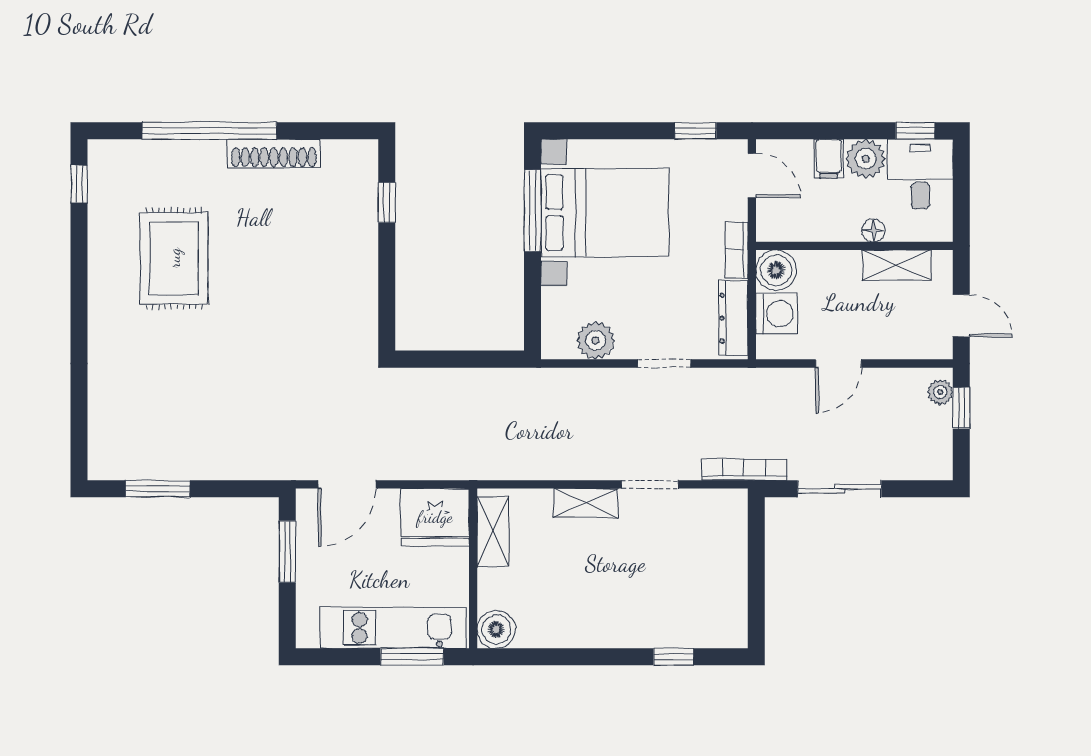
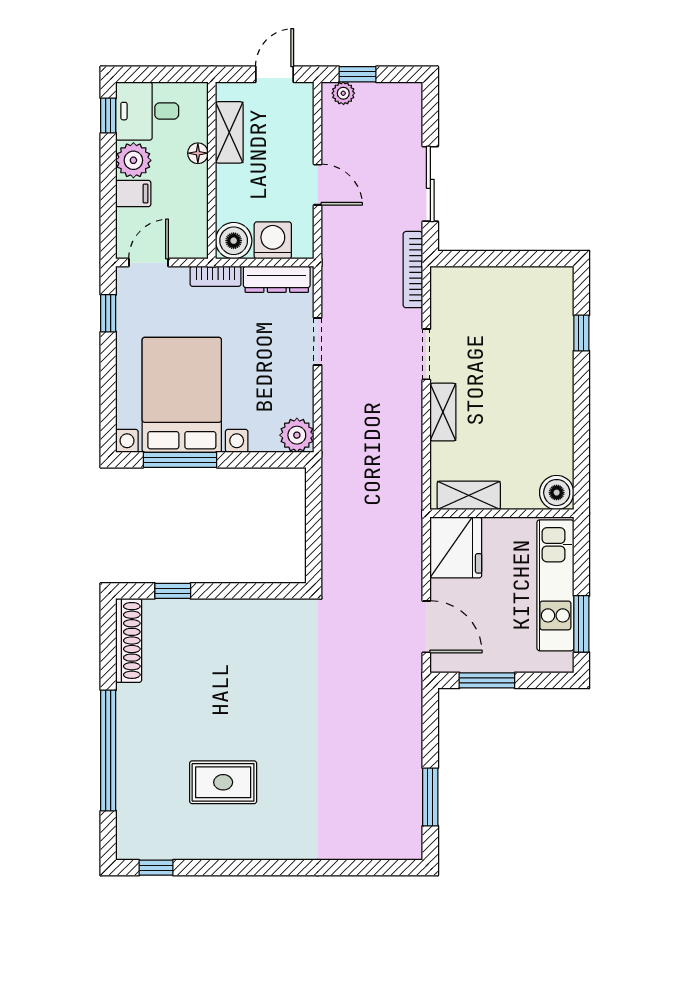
shoe rack: (274, 153) -> (129, 640), moved
rug: (174, 258) -> (223, 782), width x0.73, depth x0.70
plant: (596, 340) -> (297, 435), moved
window: (412, 657) -> (581, 624), moved

